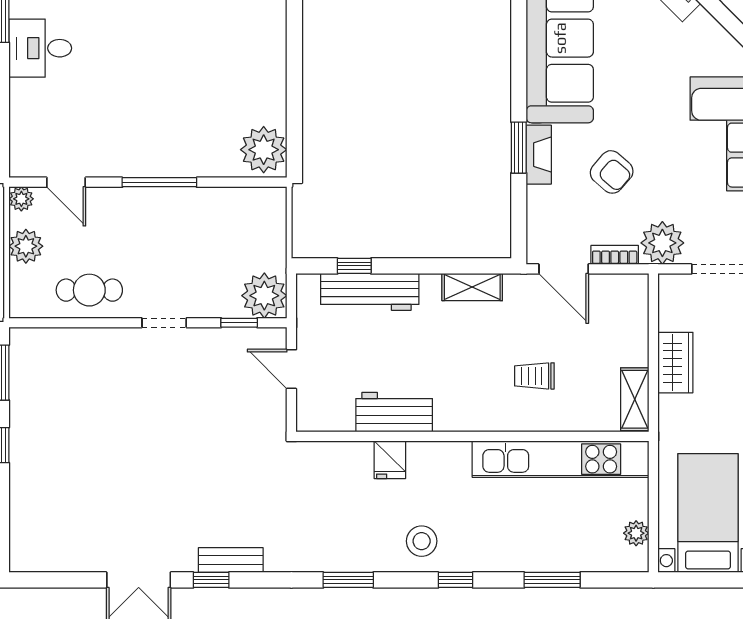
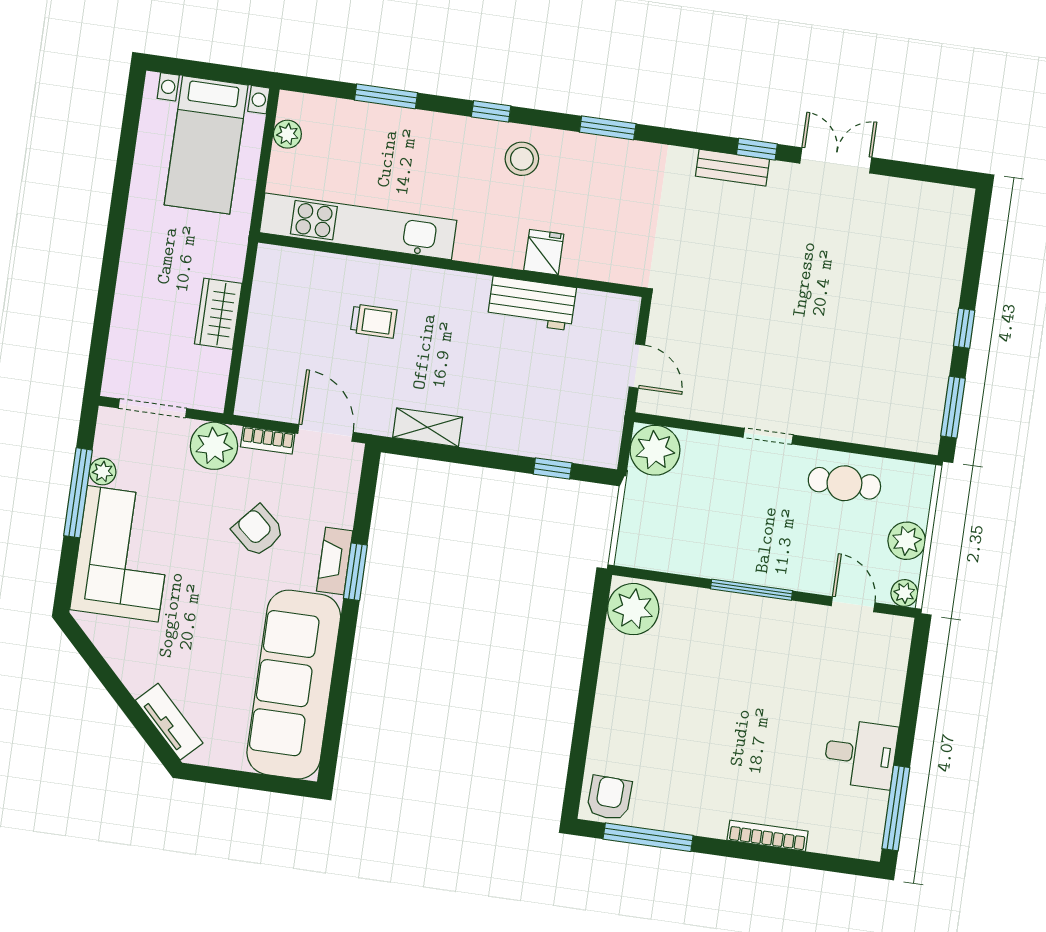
workbench: (370, 292) -> (540, 438), removed
window: (239, 323) -> (687, 425), removed
shelving: (635, 399) -> (268, 280), removed

